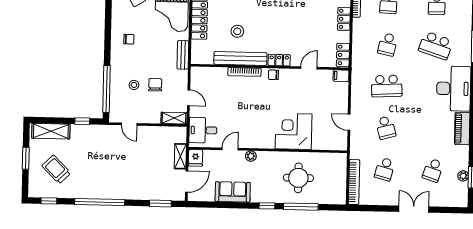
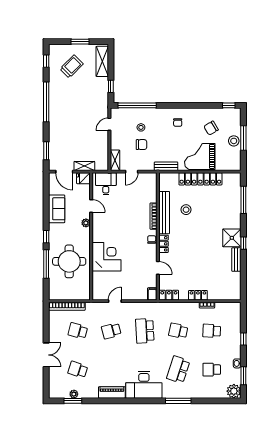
round table: (298, 178) -> (69, 261), width x1.36, depth x1.36

